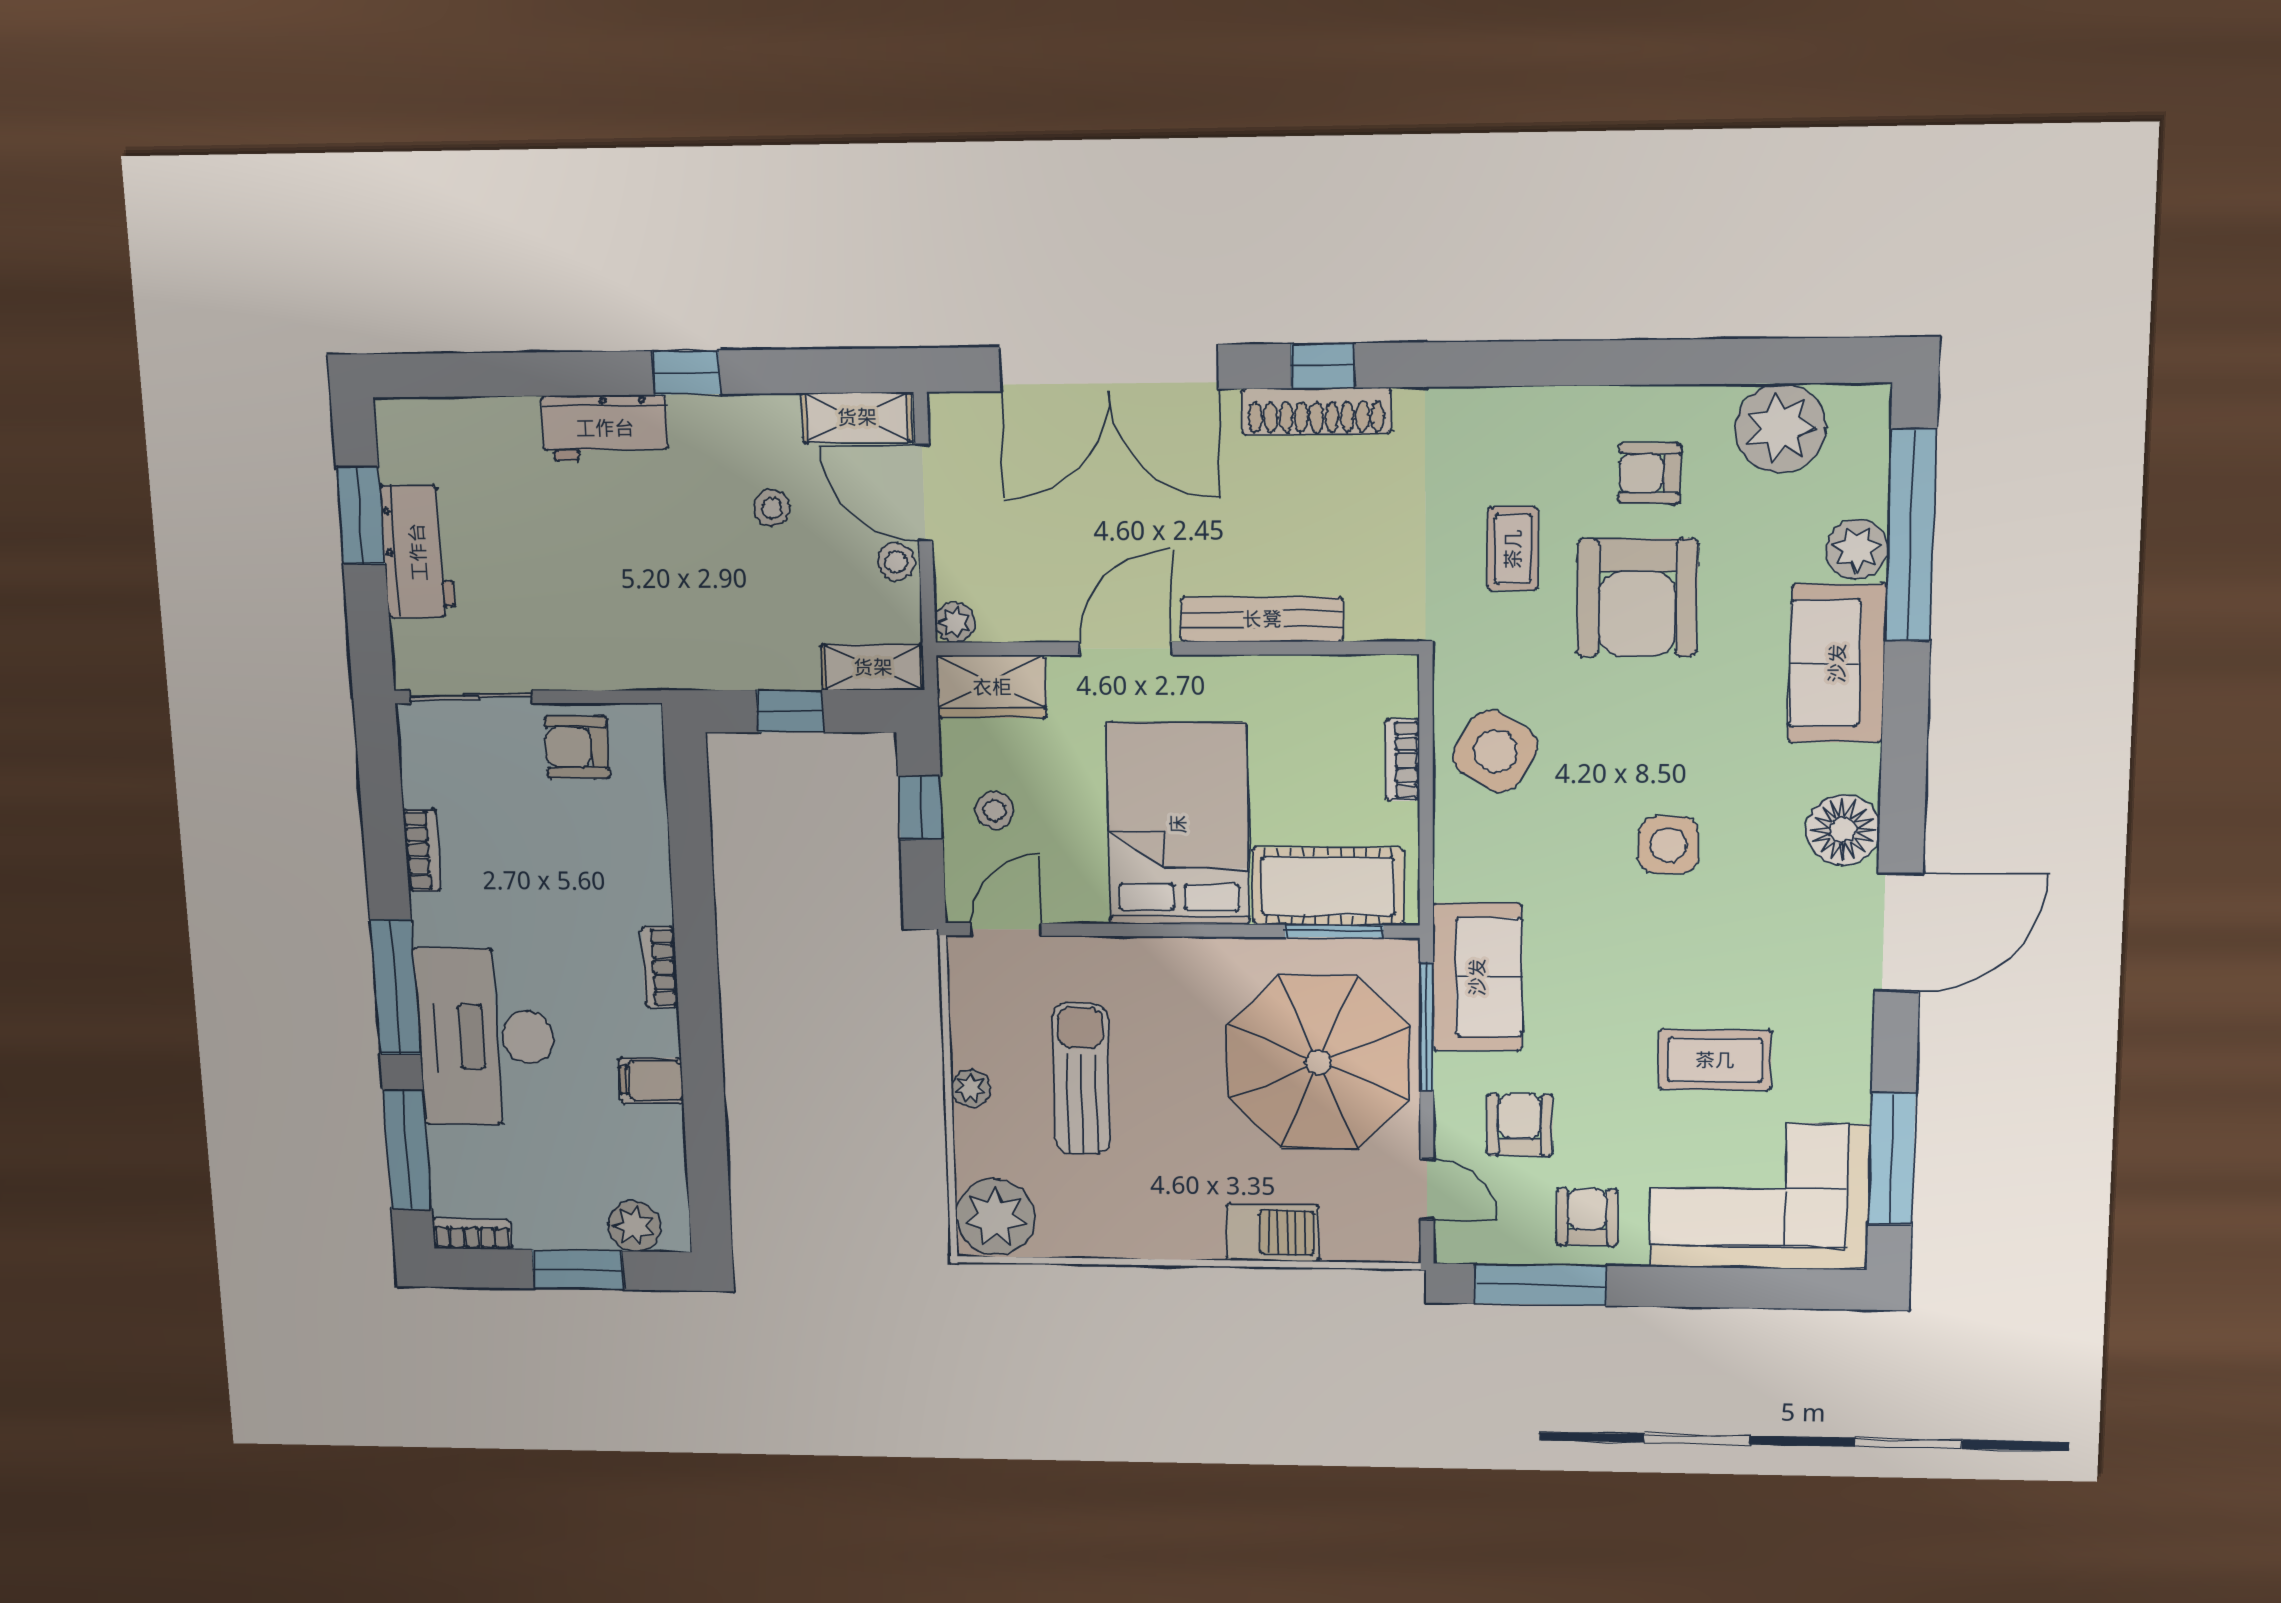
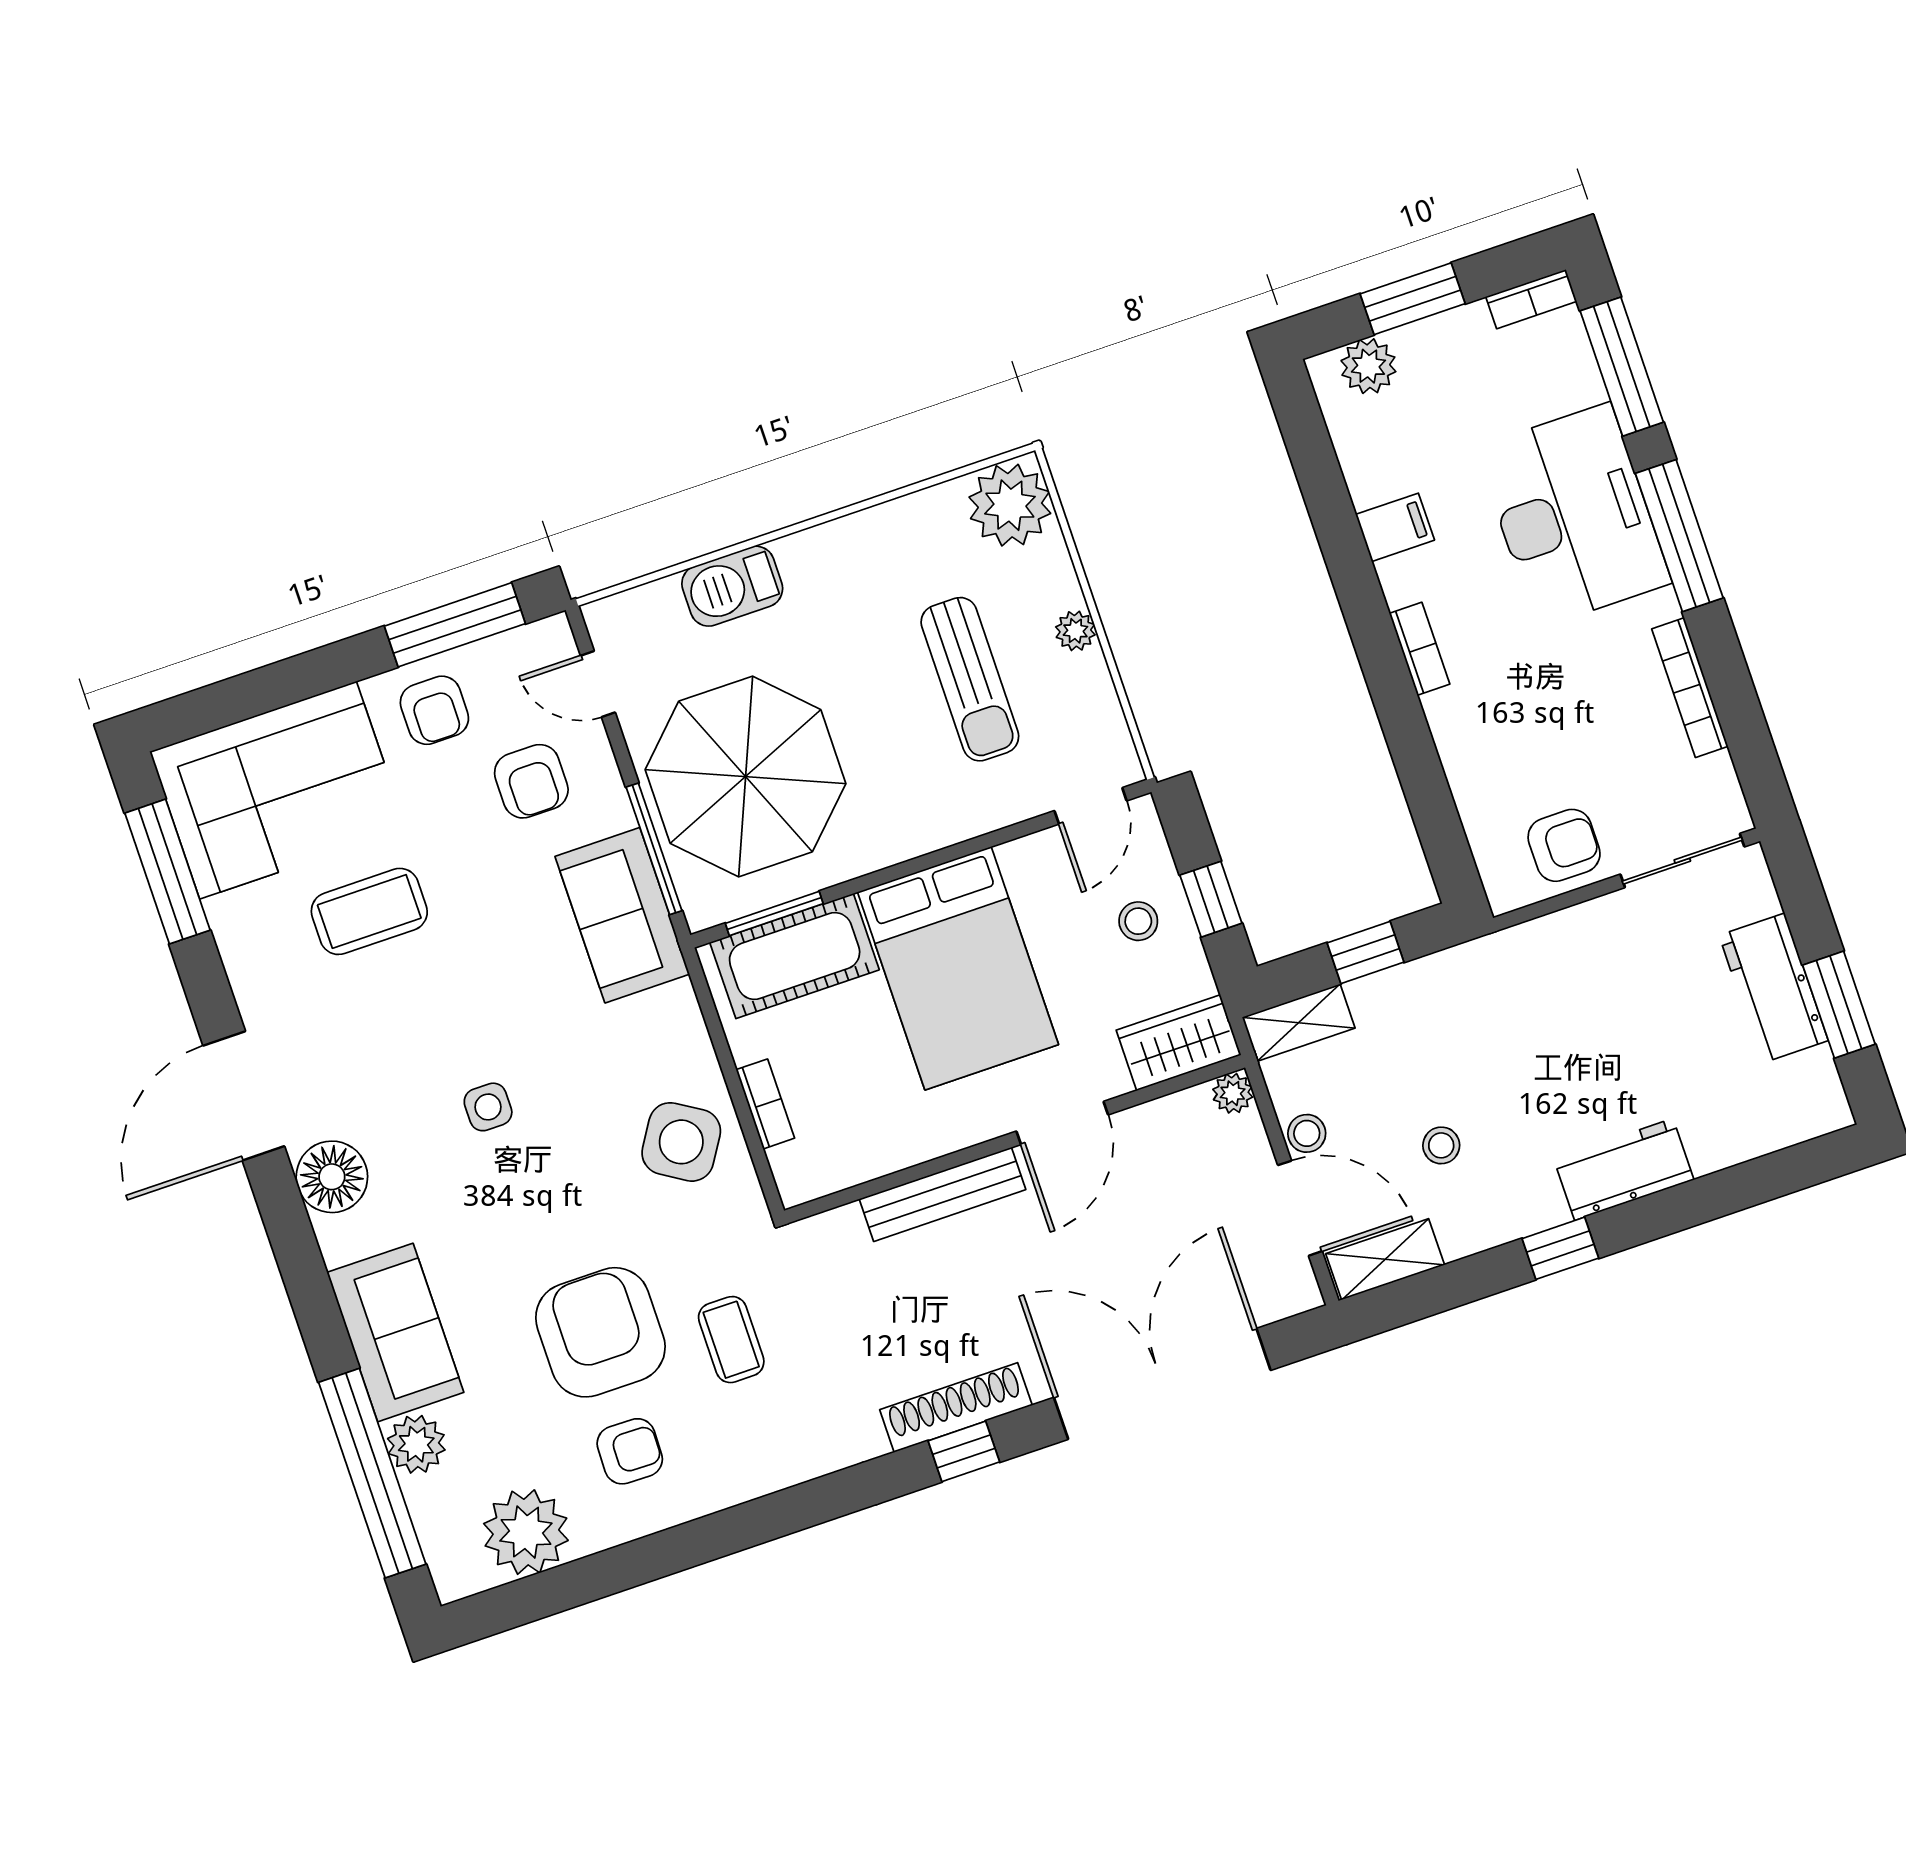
side table: (1669, 845) -> (488, 1107), width x0.73, depth x0.73
bookcase: (422, 850) -> (1690, 688), width x1.56

